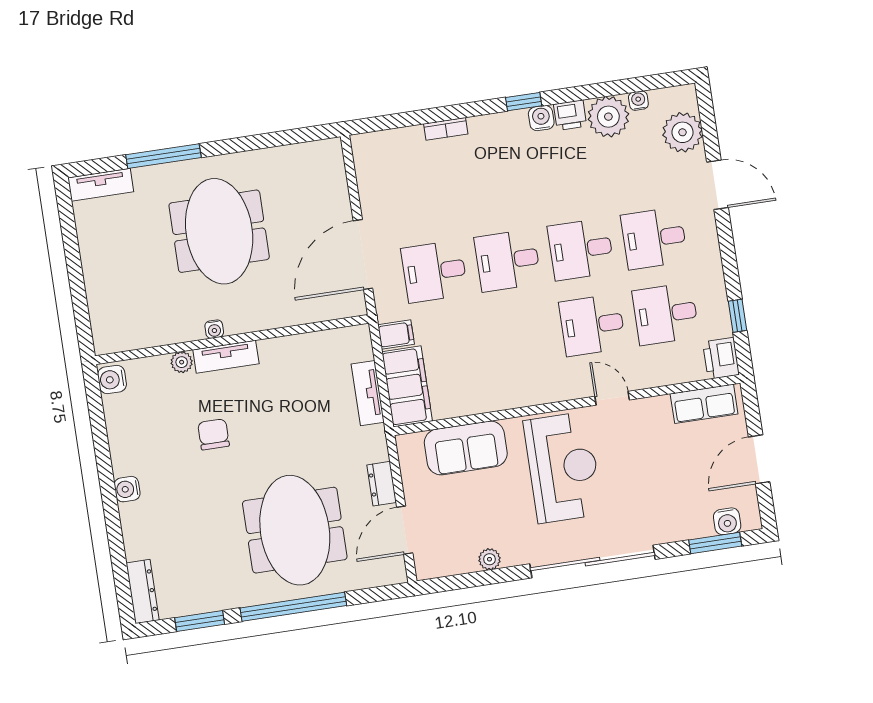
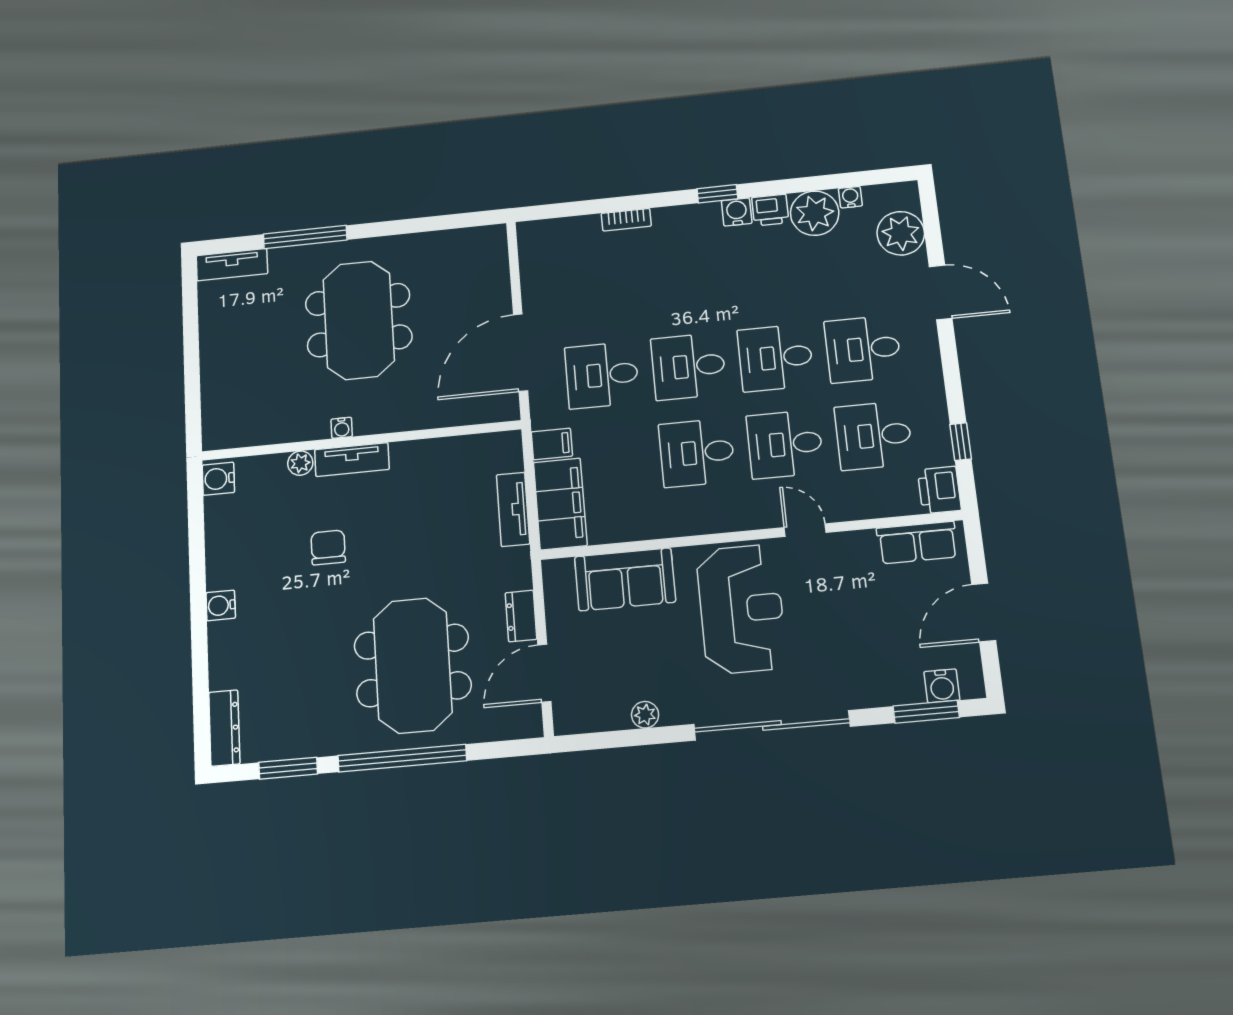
desk: (519, 336) -> (697, 453), added

